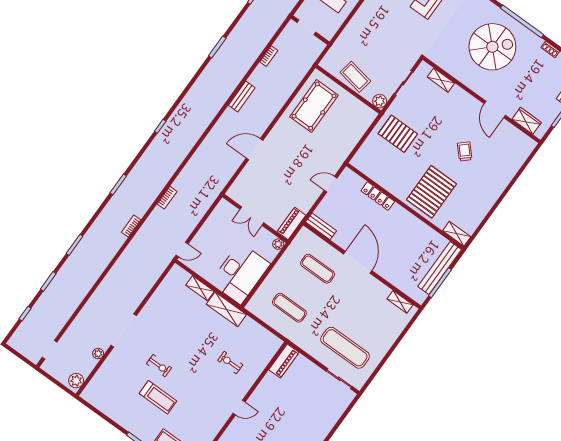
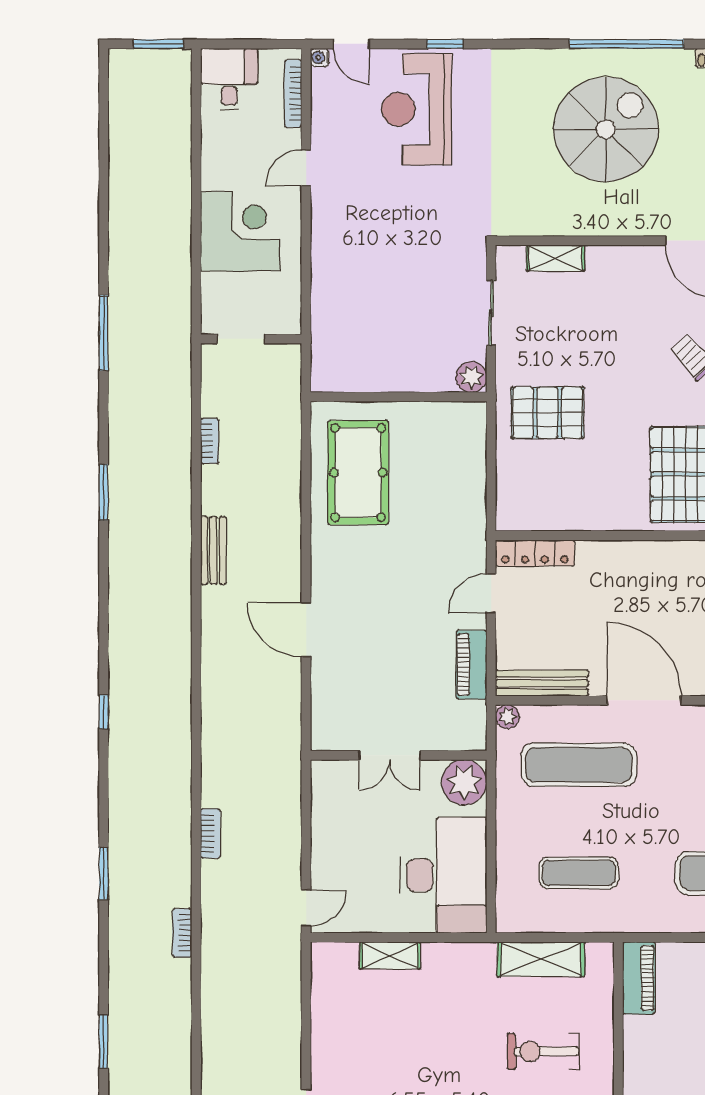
coffee table: (355, 77) -> (395, 365), removed
door: (254, 149) -> (306, 630), hinge flipped
locker: (378, 196) -> (535, 553), moved
piano: (291, 223) -> (471, 665), moved
bench: (321, 226) -> (542, 683), width x1.36
plant: (304, 233) -> (507, 717), added
plant: (278, 244) -> (464, 782), width x1.87, depth x1.87
exercise mat: (318, 269) -> (579, 765), width x1.36, depth x1.45
shelving: (226, 309) -> (541, 959), moved
exercise bike: (230, 363) -> (543, 1051), width x1.38, depth x1.39

